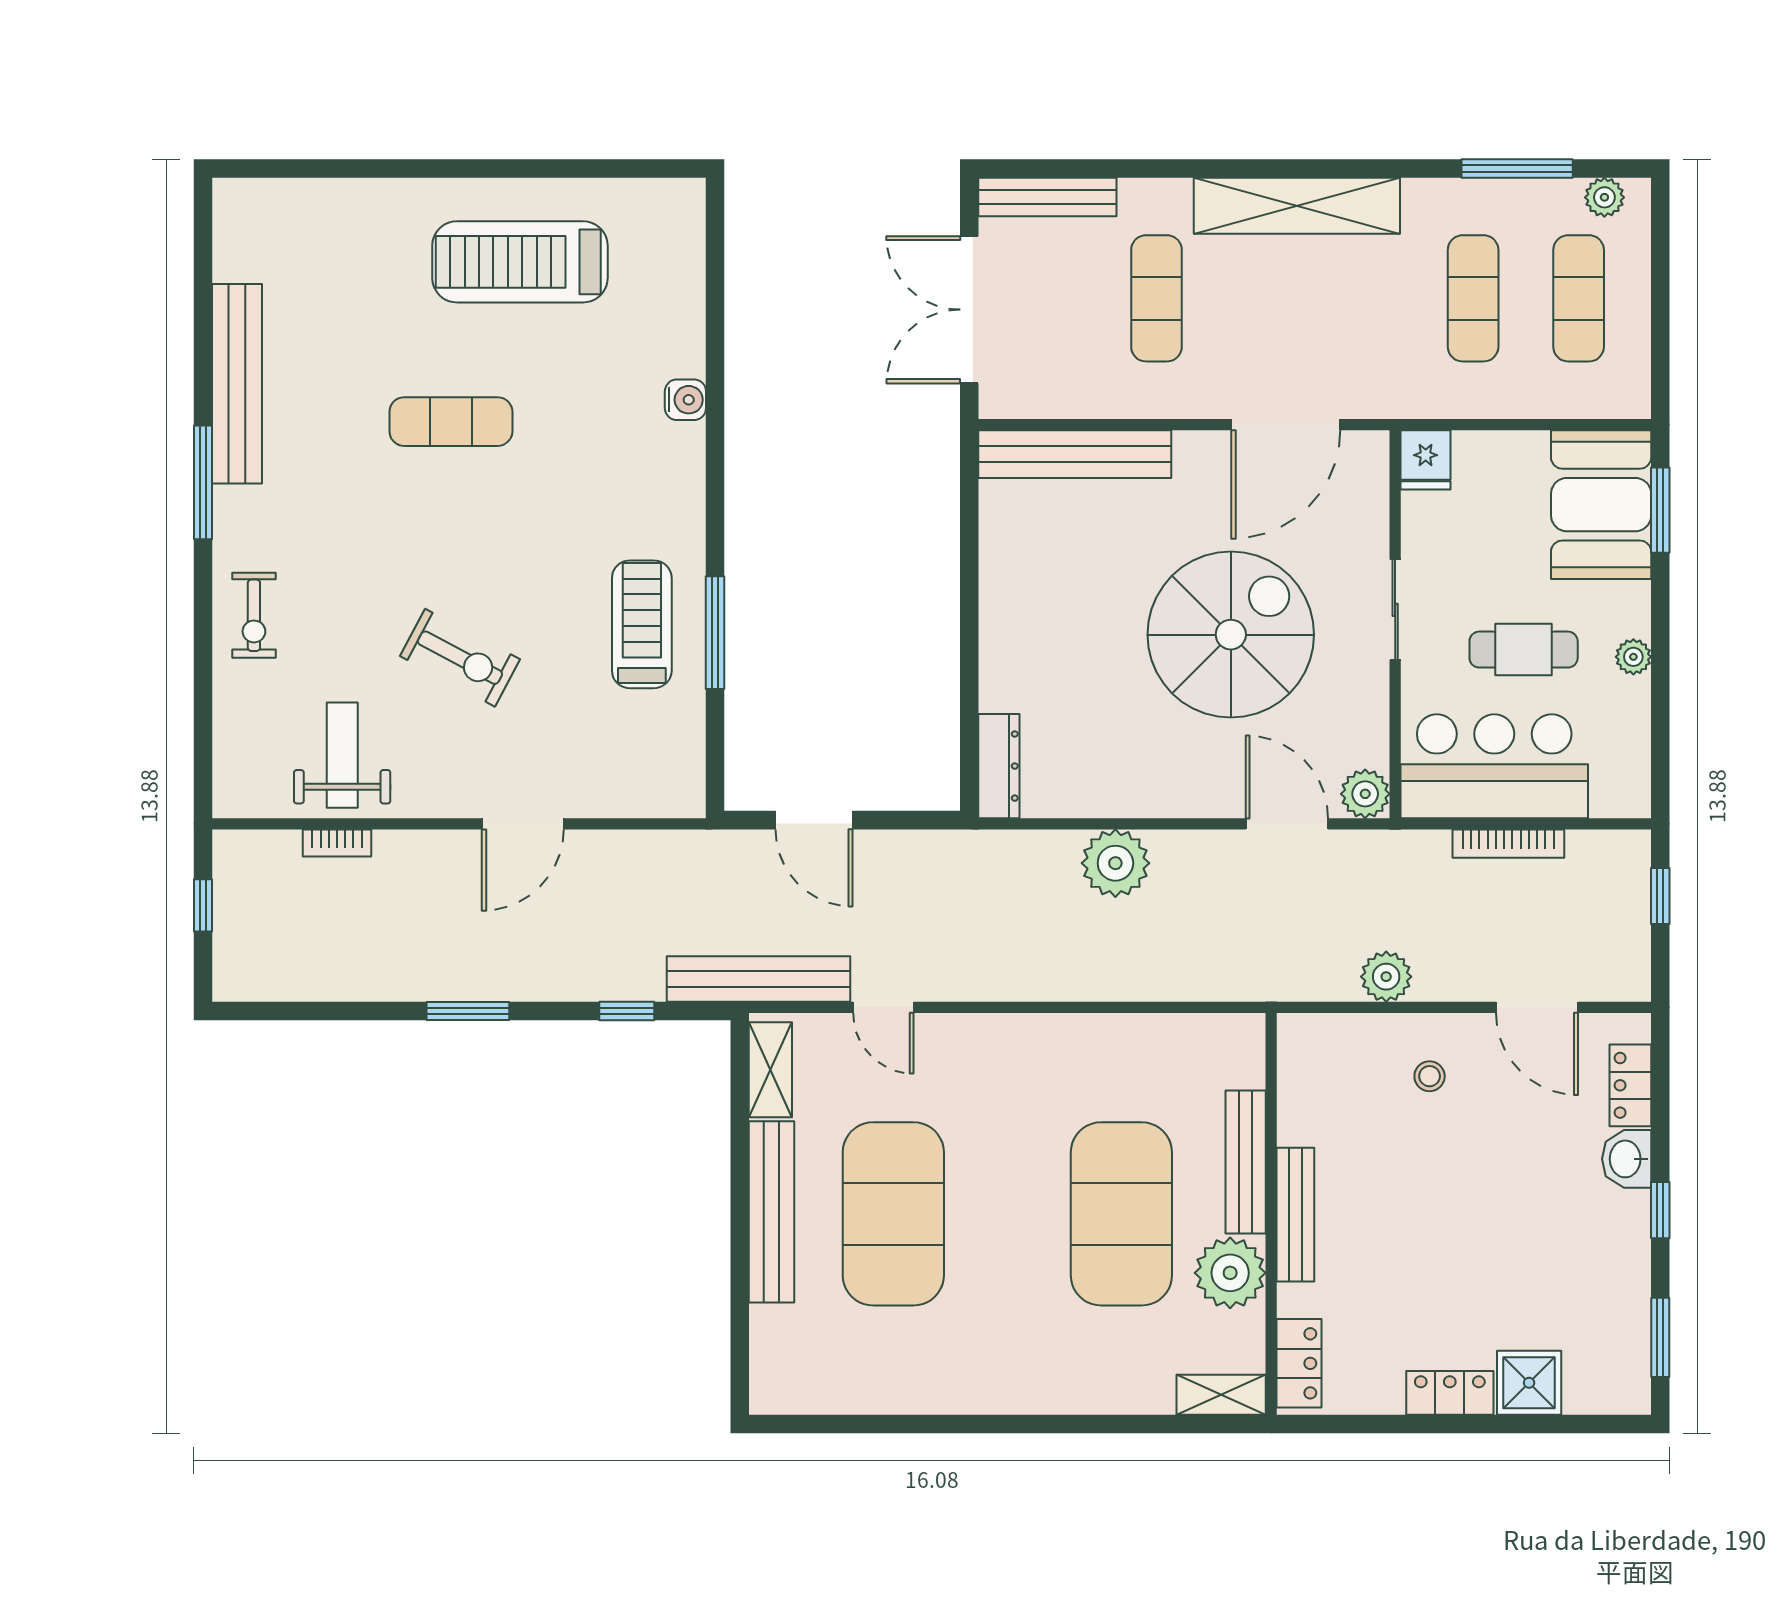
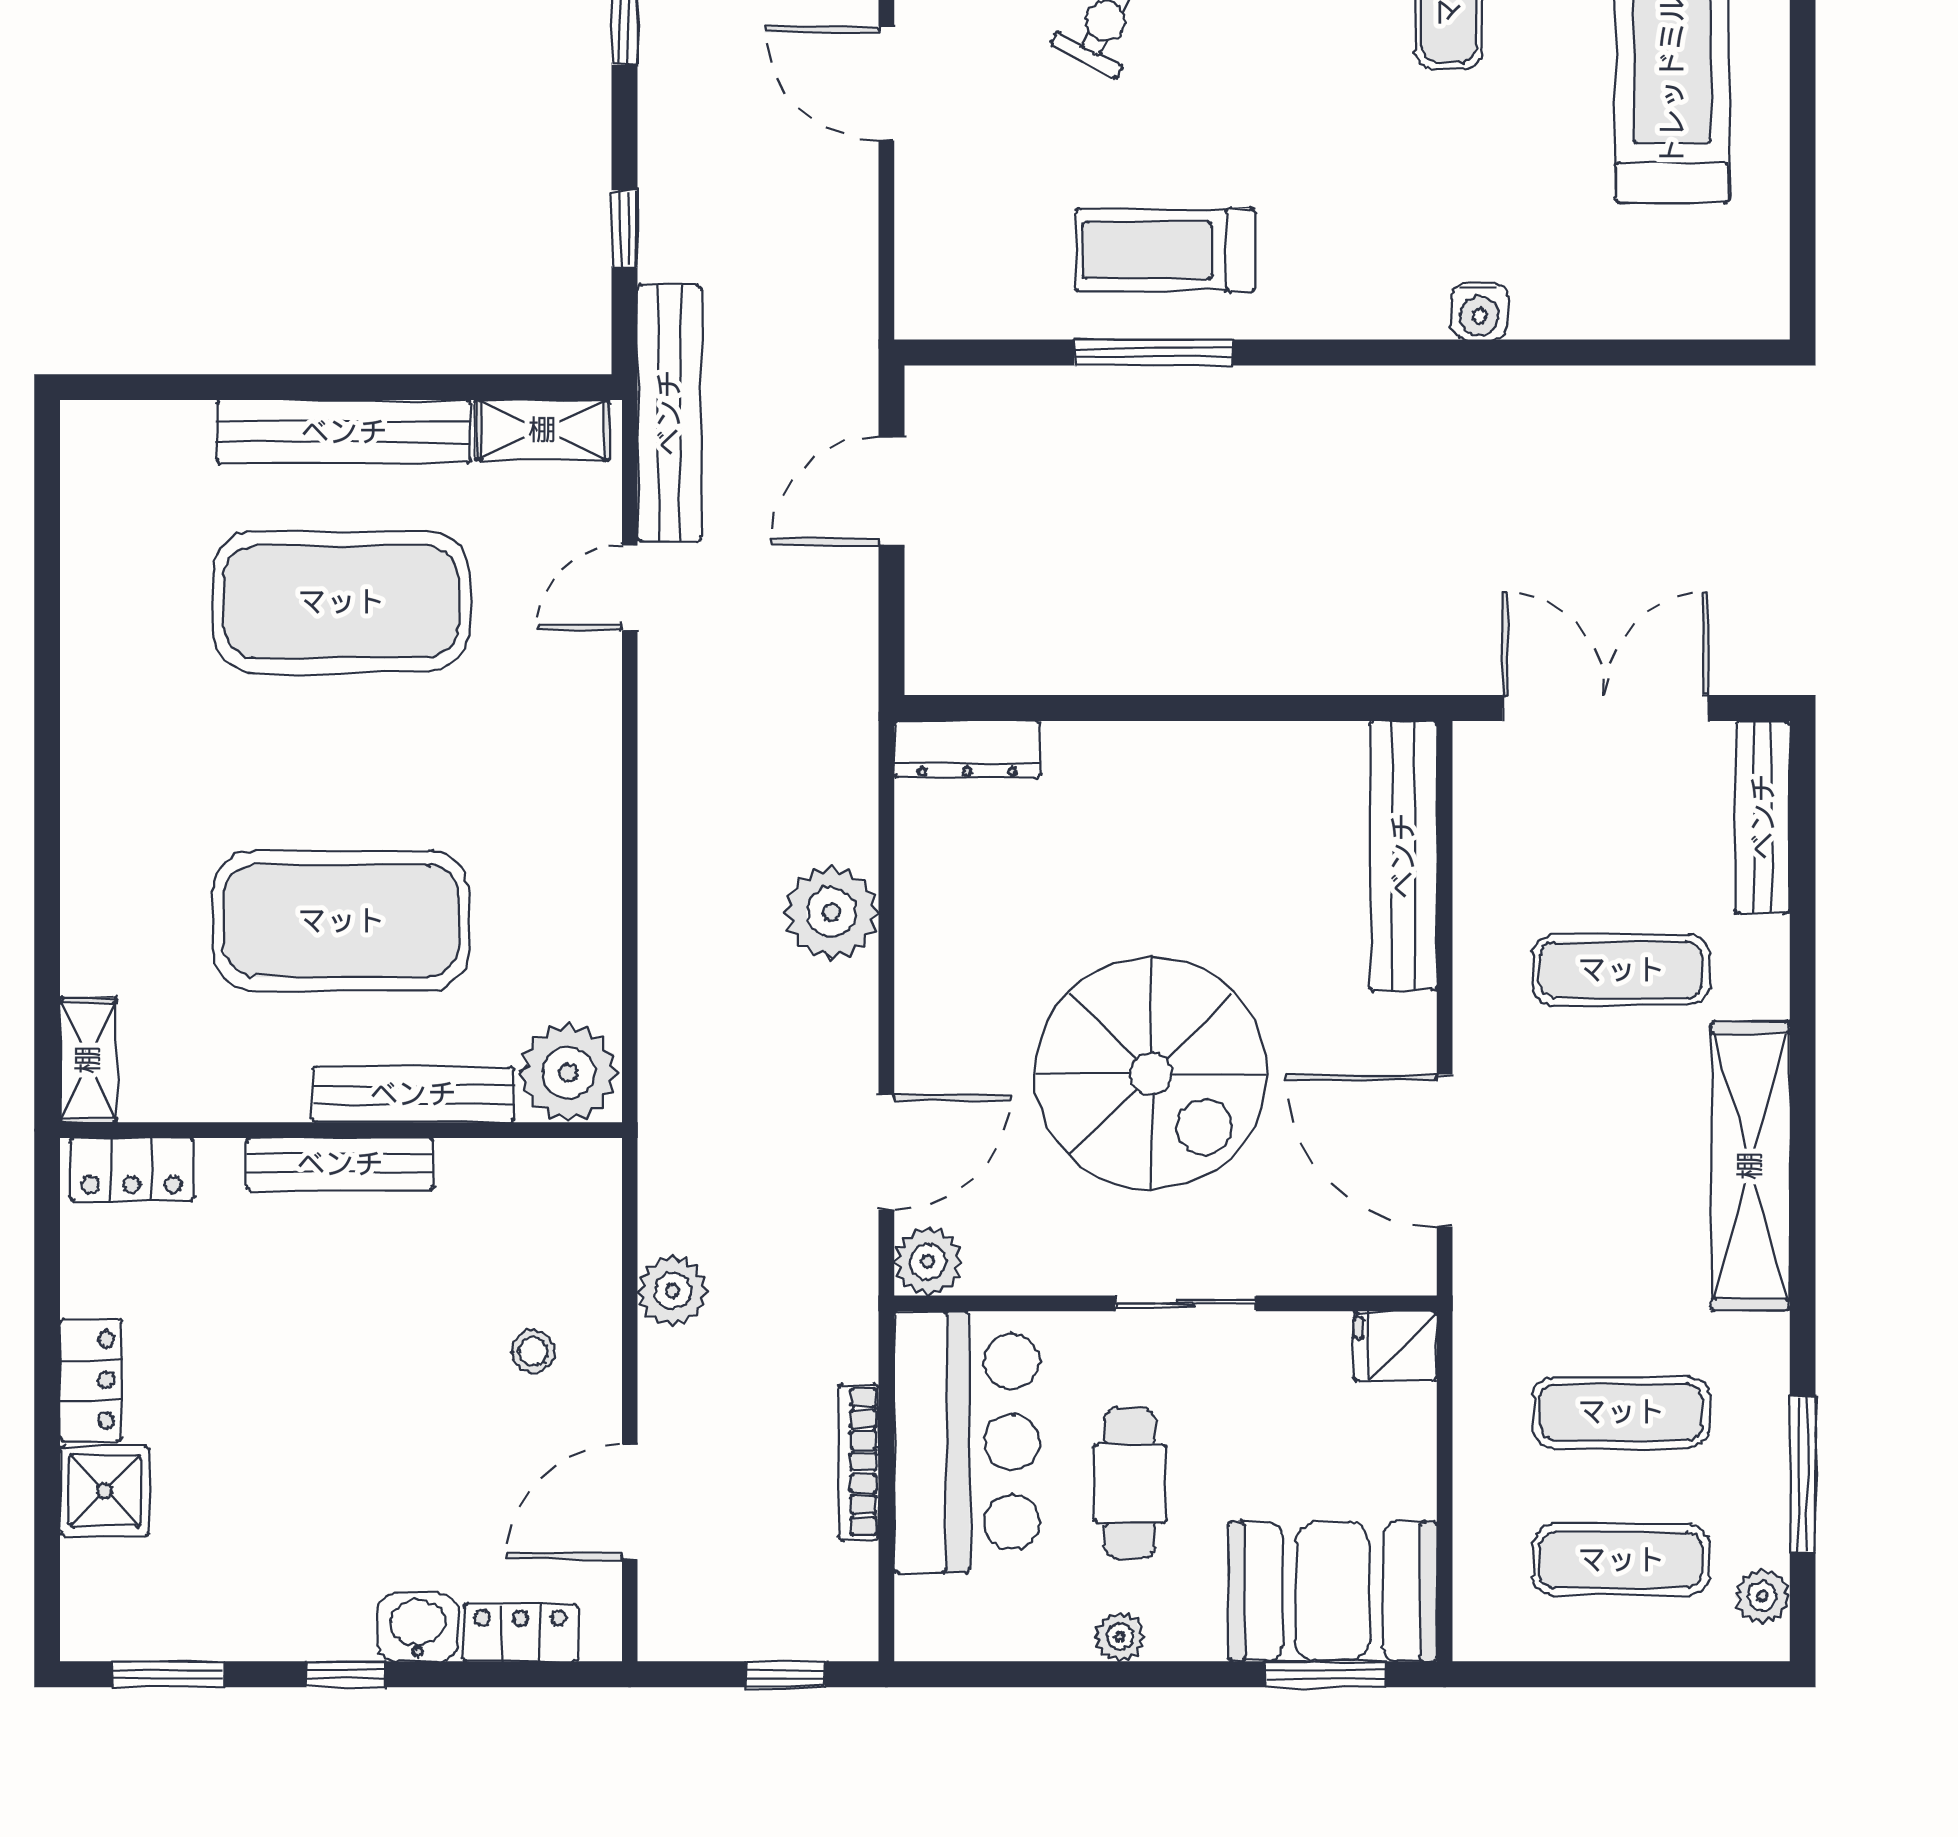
treadmill: (642, 624) -> (1165, 250), turned 180
plant: (1230, 1273) -> (569, 1073), moved

